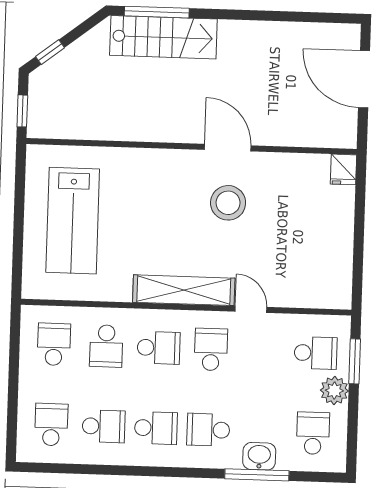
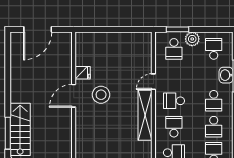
fridge: (343, 169) -> (83, 73), moved
school desk: (316, 353) -> (174, 49), turned 180
school desk: (156, 428) -> (214, 127), turned 180
school desk: (313, 433) -> (214, 49), turned 90

